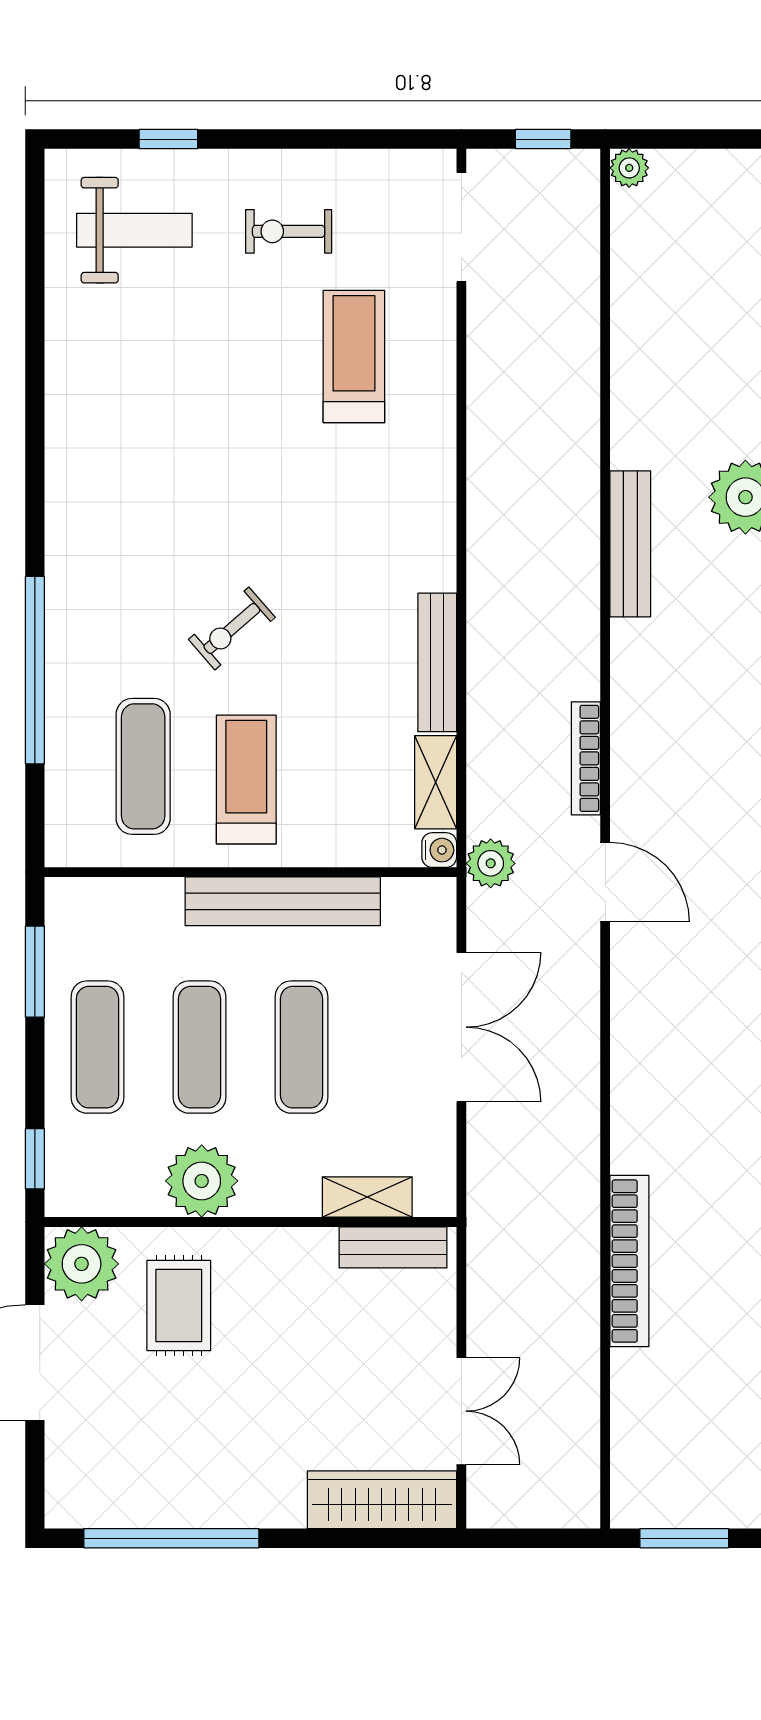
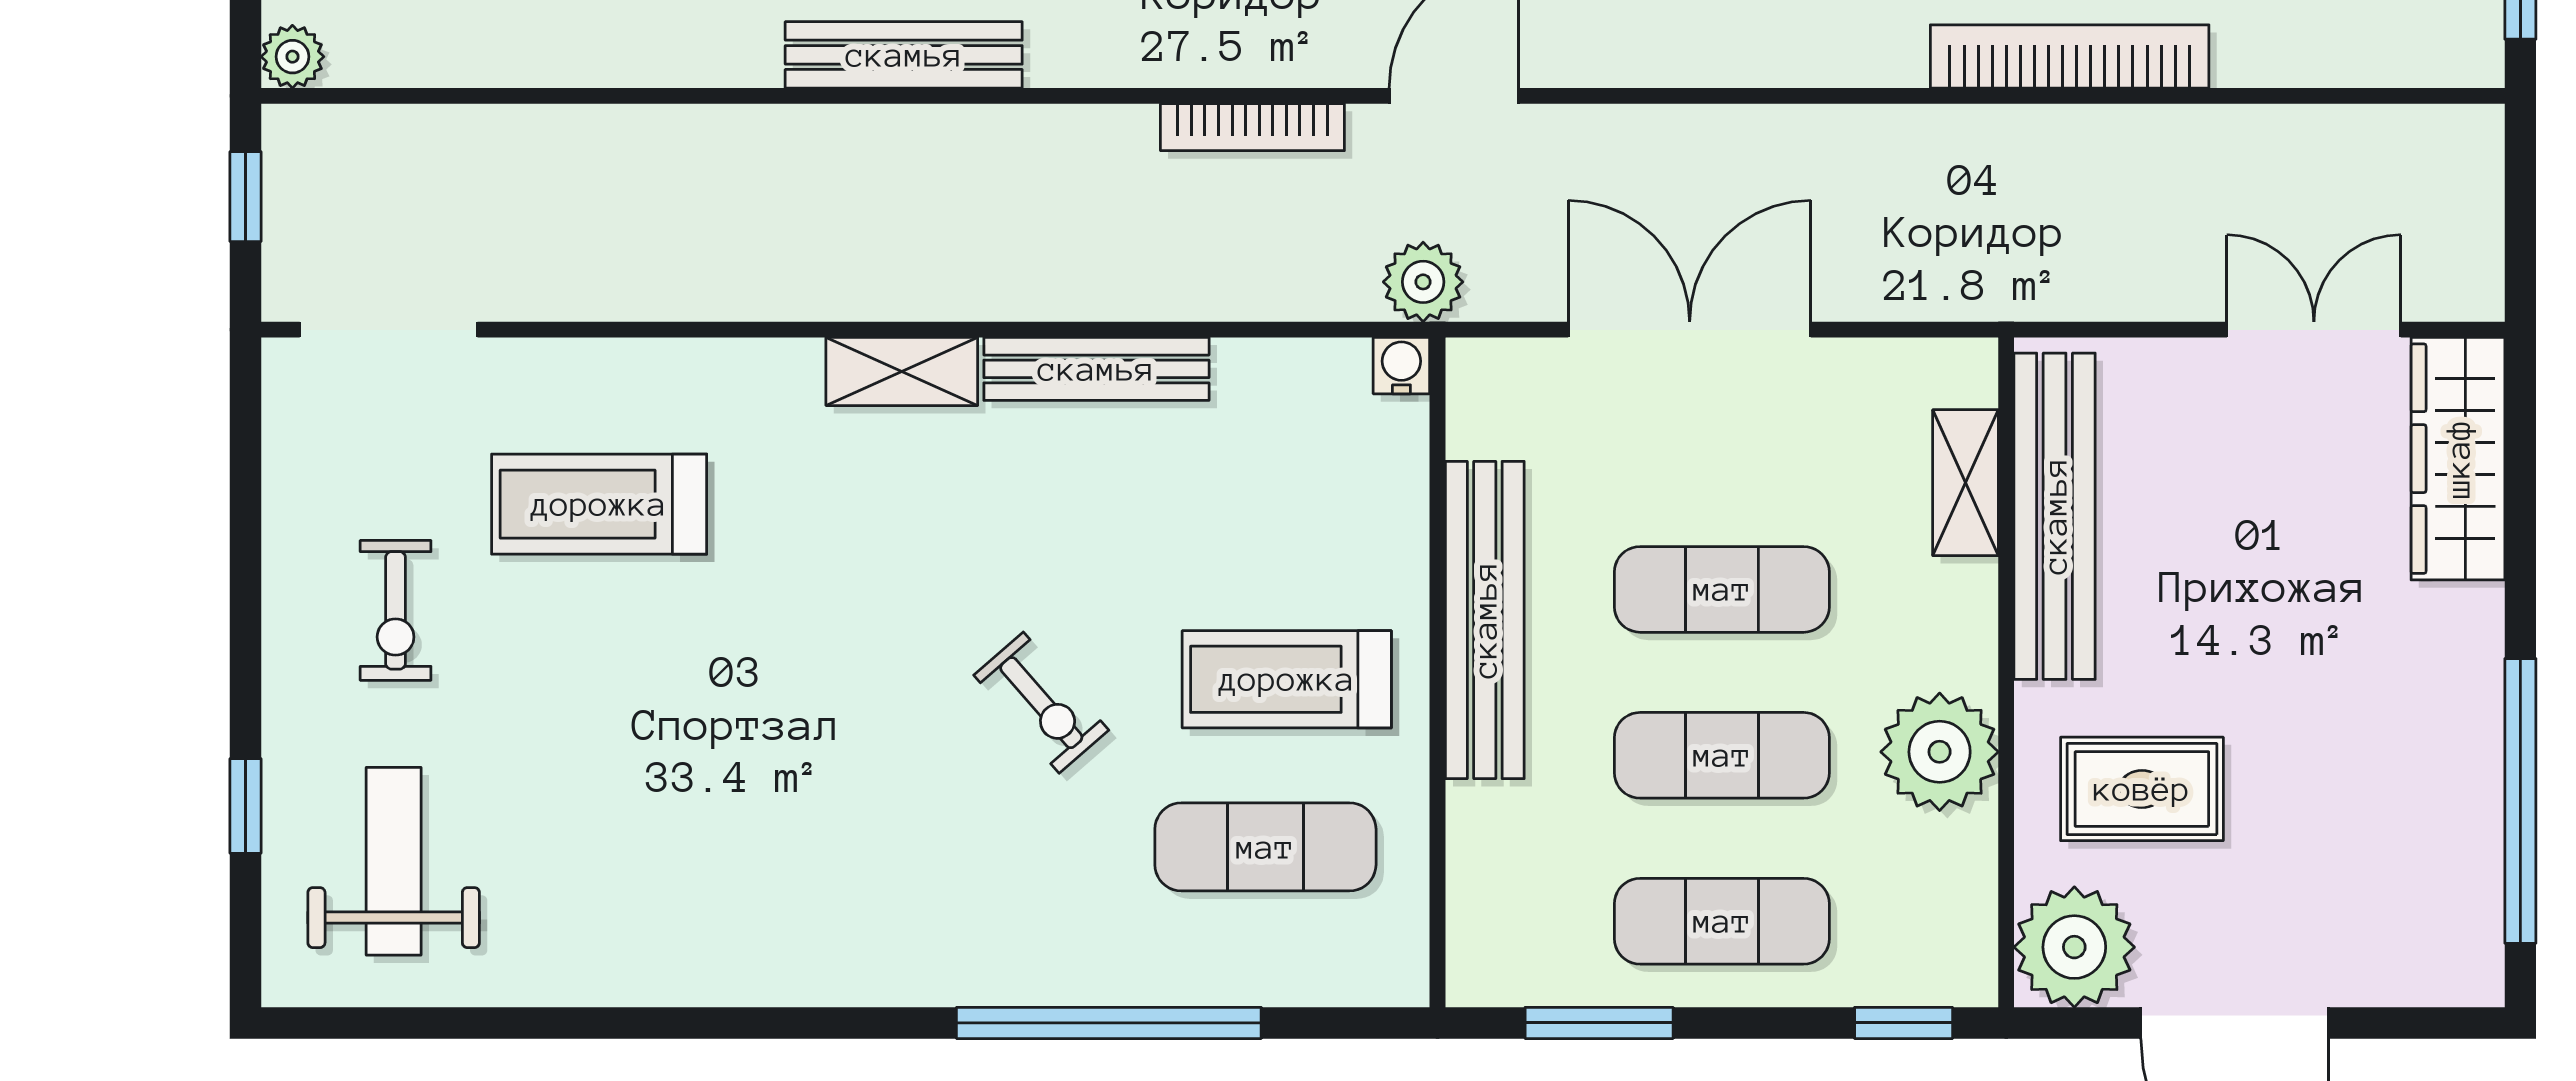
shelving: (436, 782) -> (902, 371), moved
bench: (393, 1247) -> (2055, 516), width x1.86, depth x1.21

